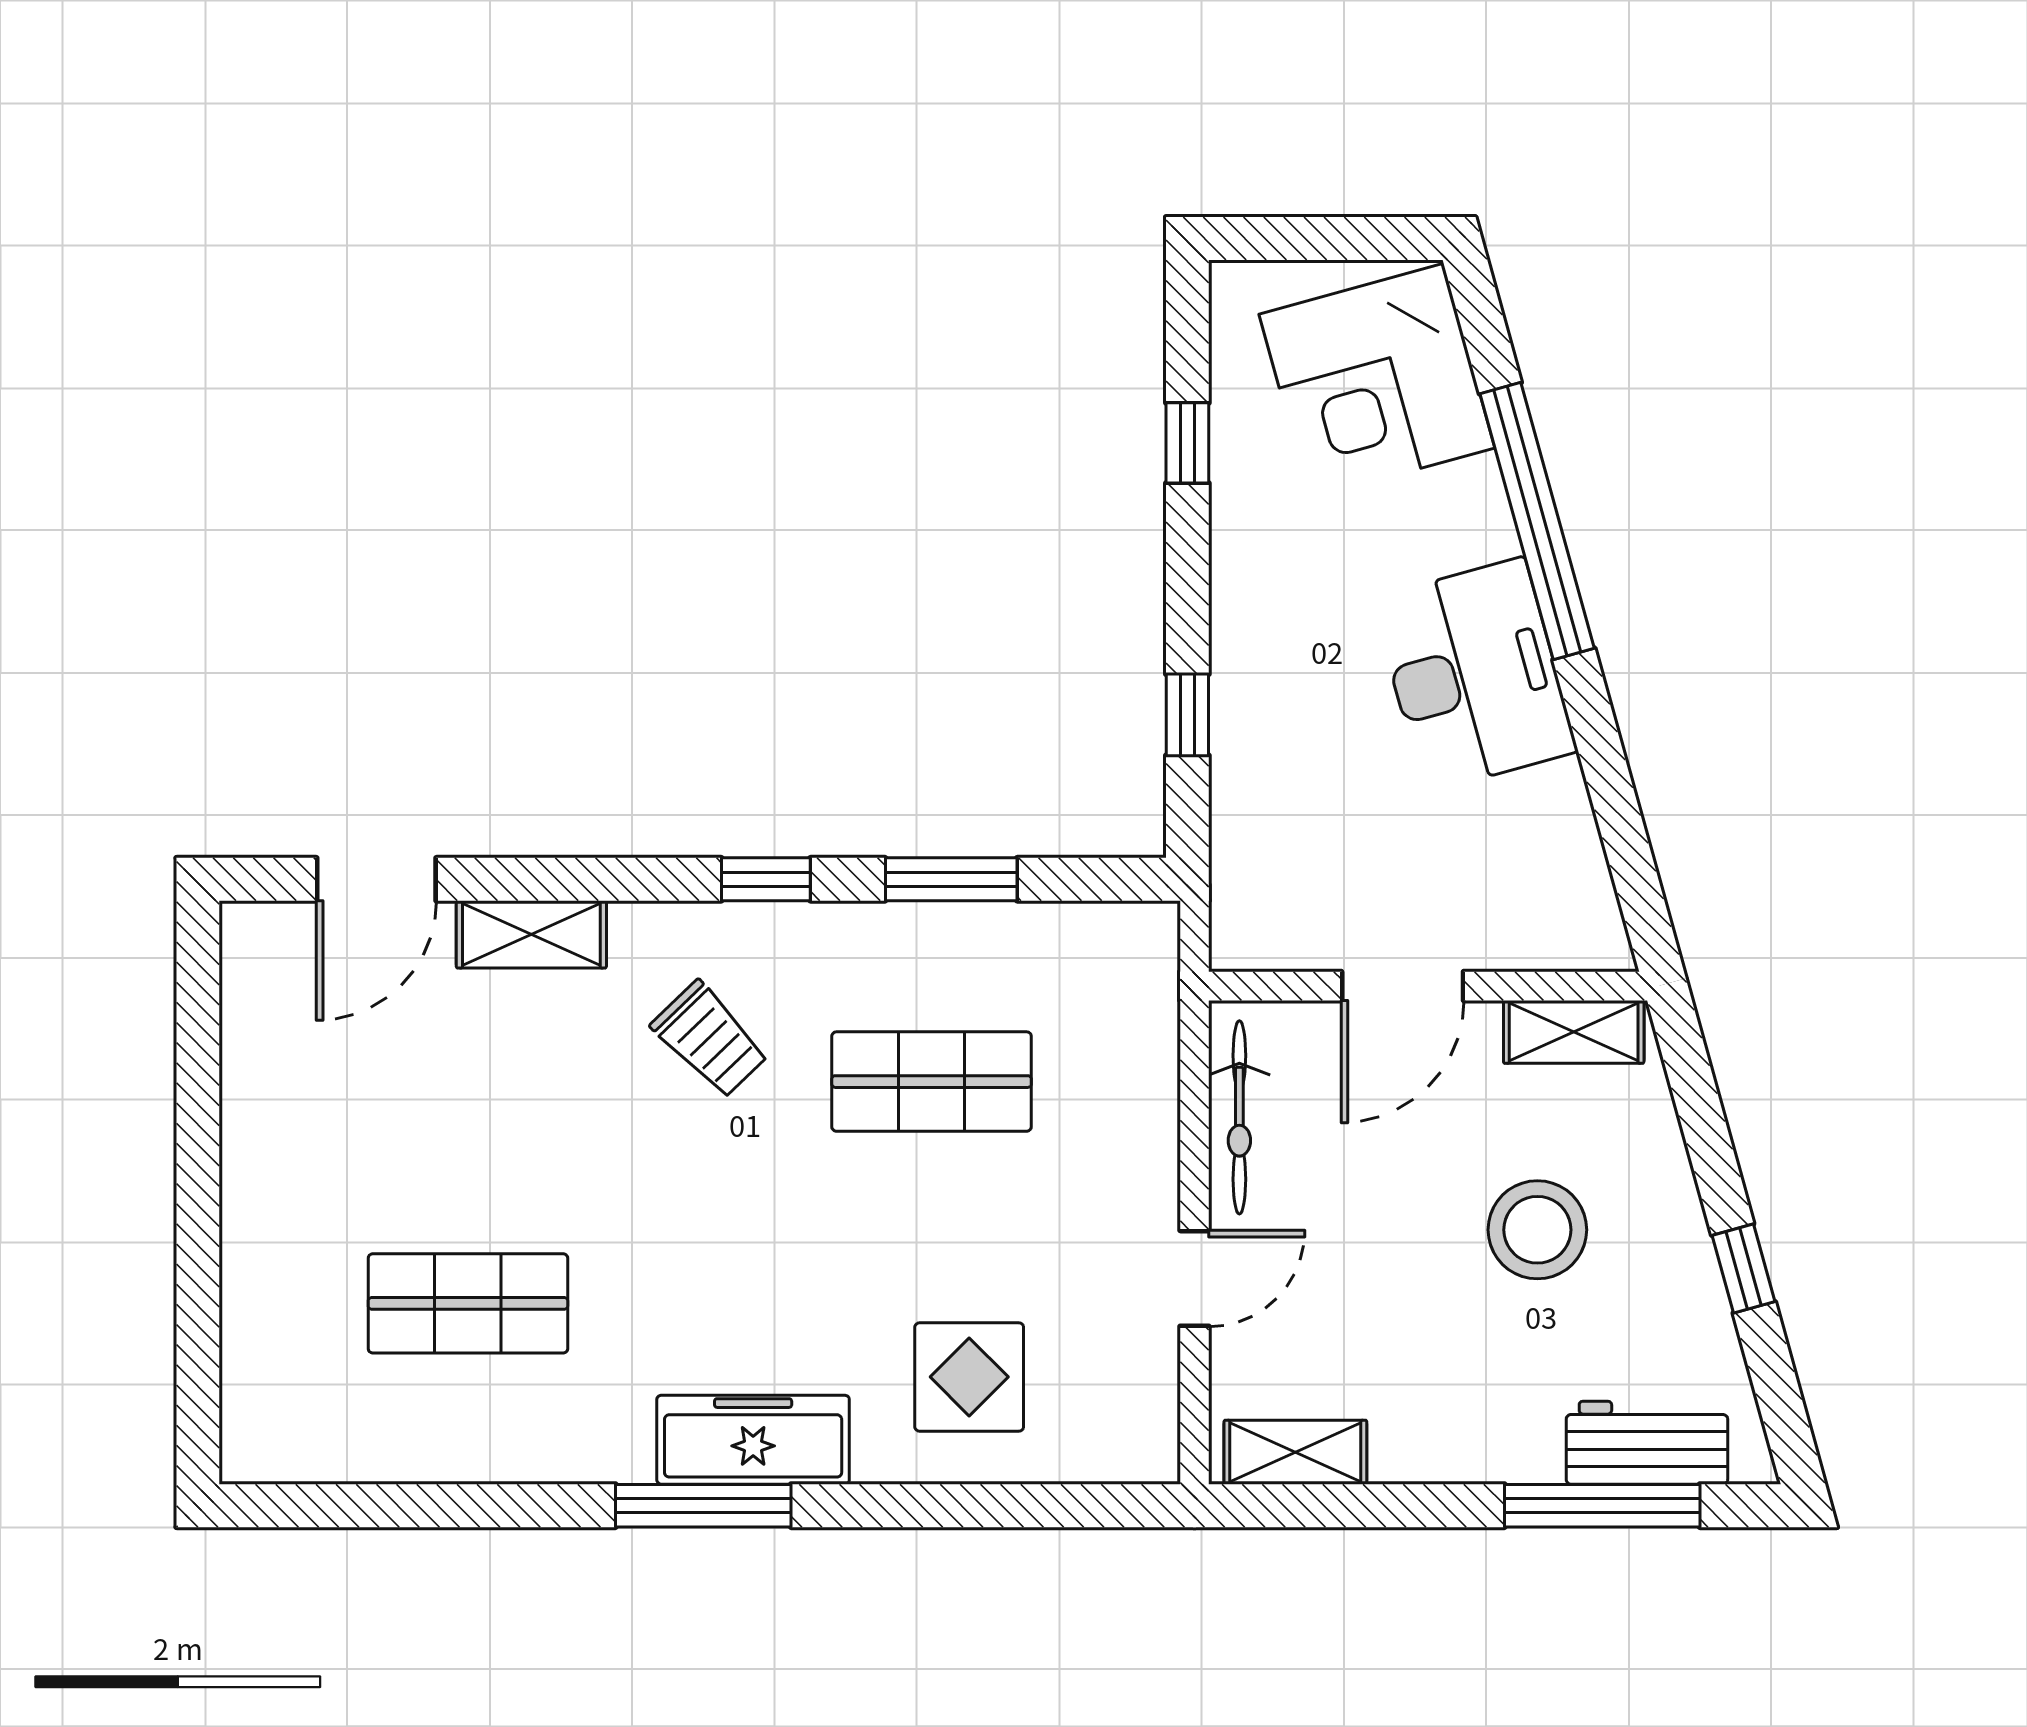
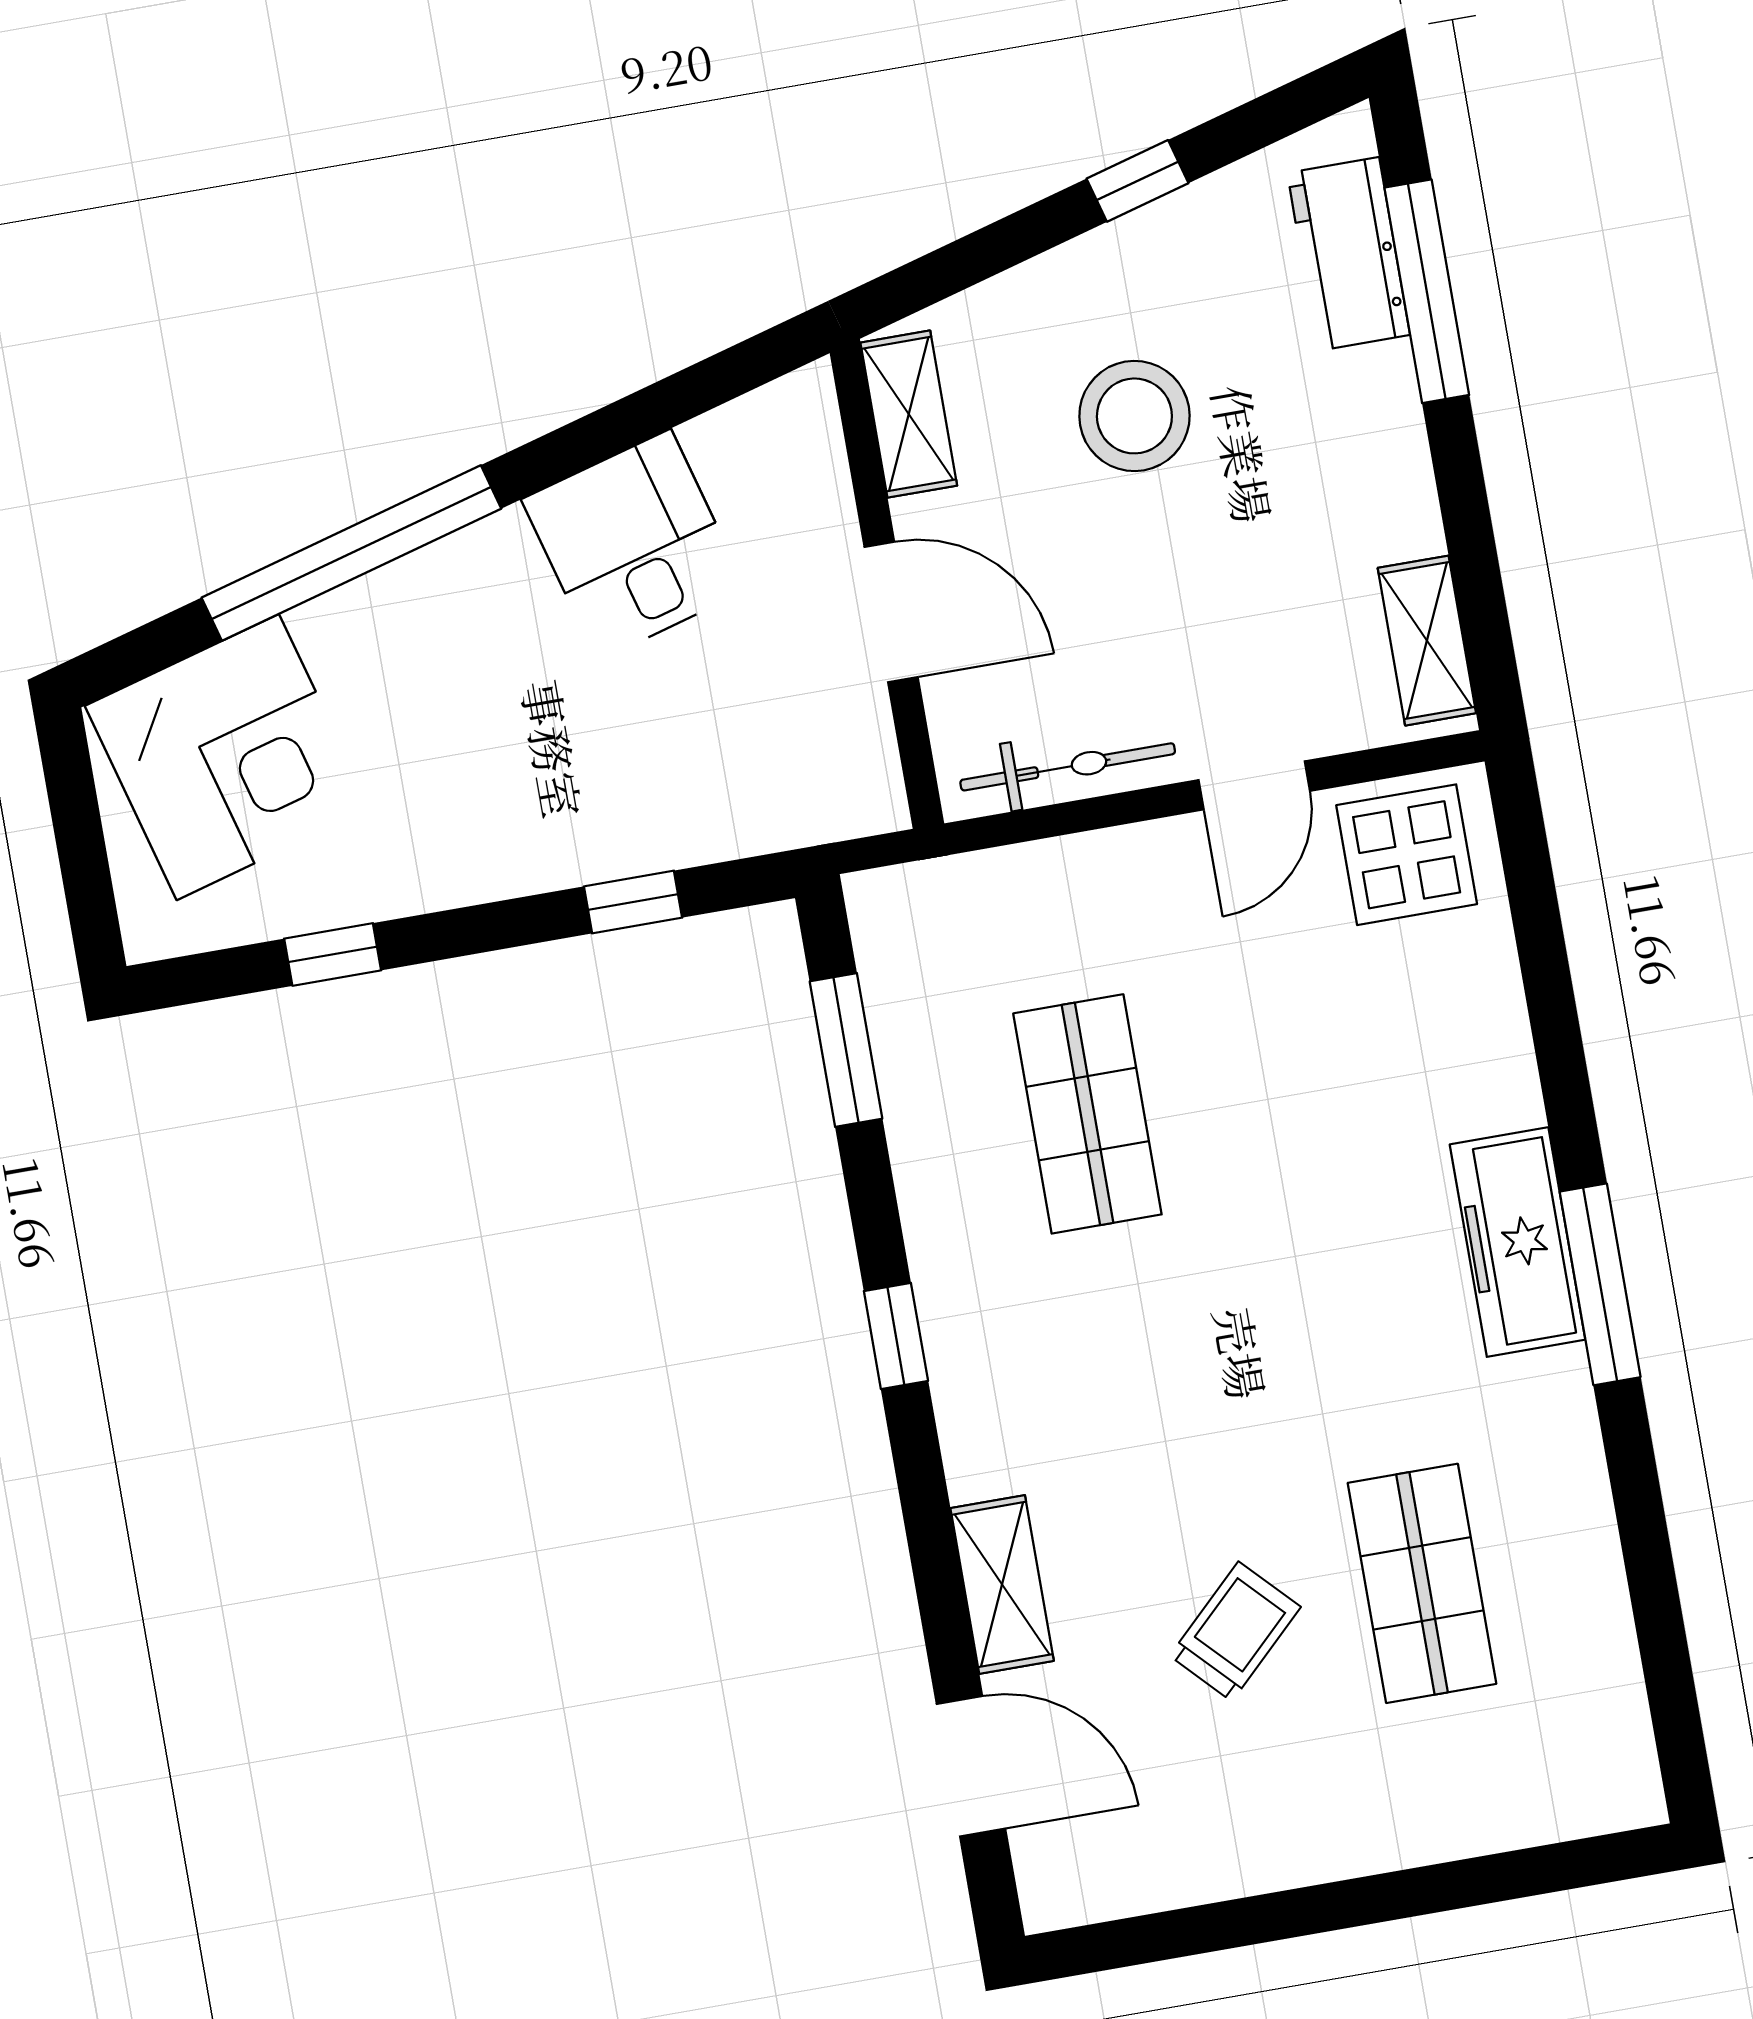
desk: (1475, 675) -> (634, 545), moved, width x0.73
window: (951, 879) -> (846, 1050), moved
trolley: (710, 1039) -> (1235, 1631), moved
door: (1194, 1278) -> (1254, 785), swing flipped
display table: (969, 1377) -> (1407, 855), moved

